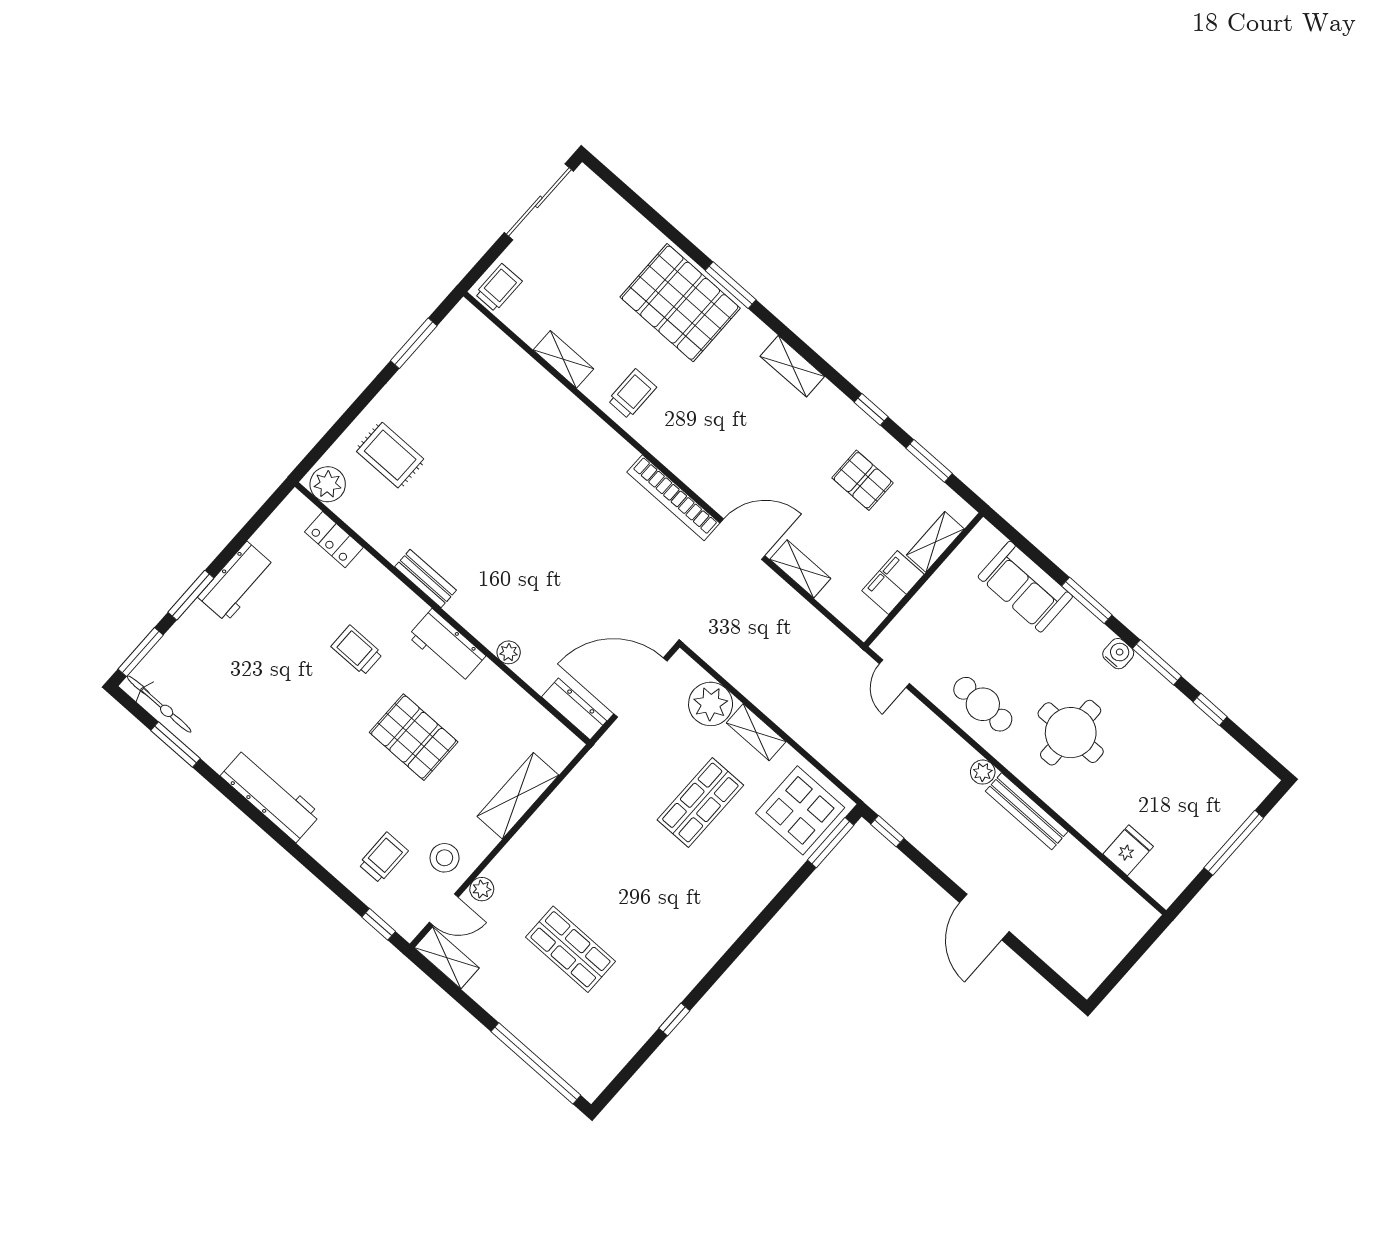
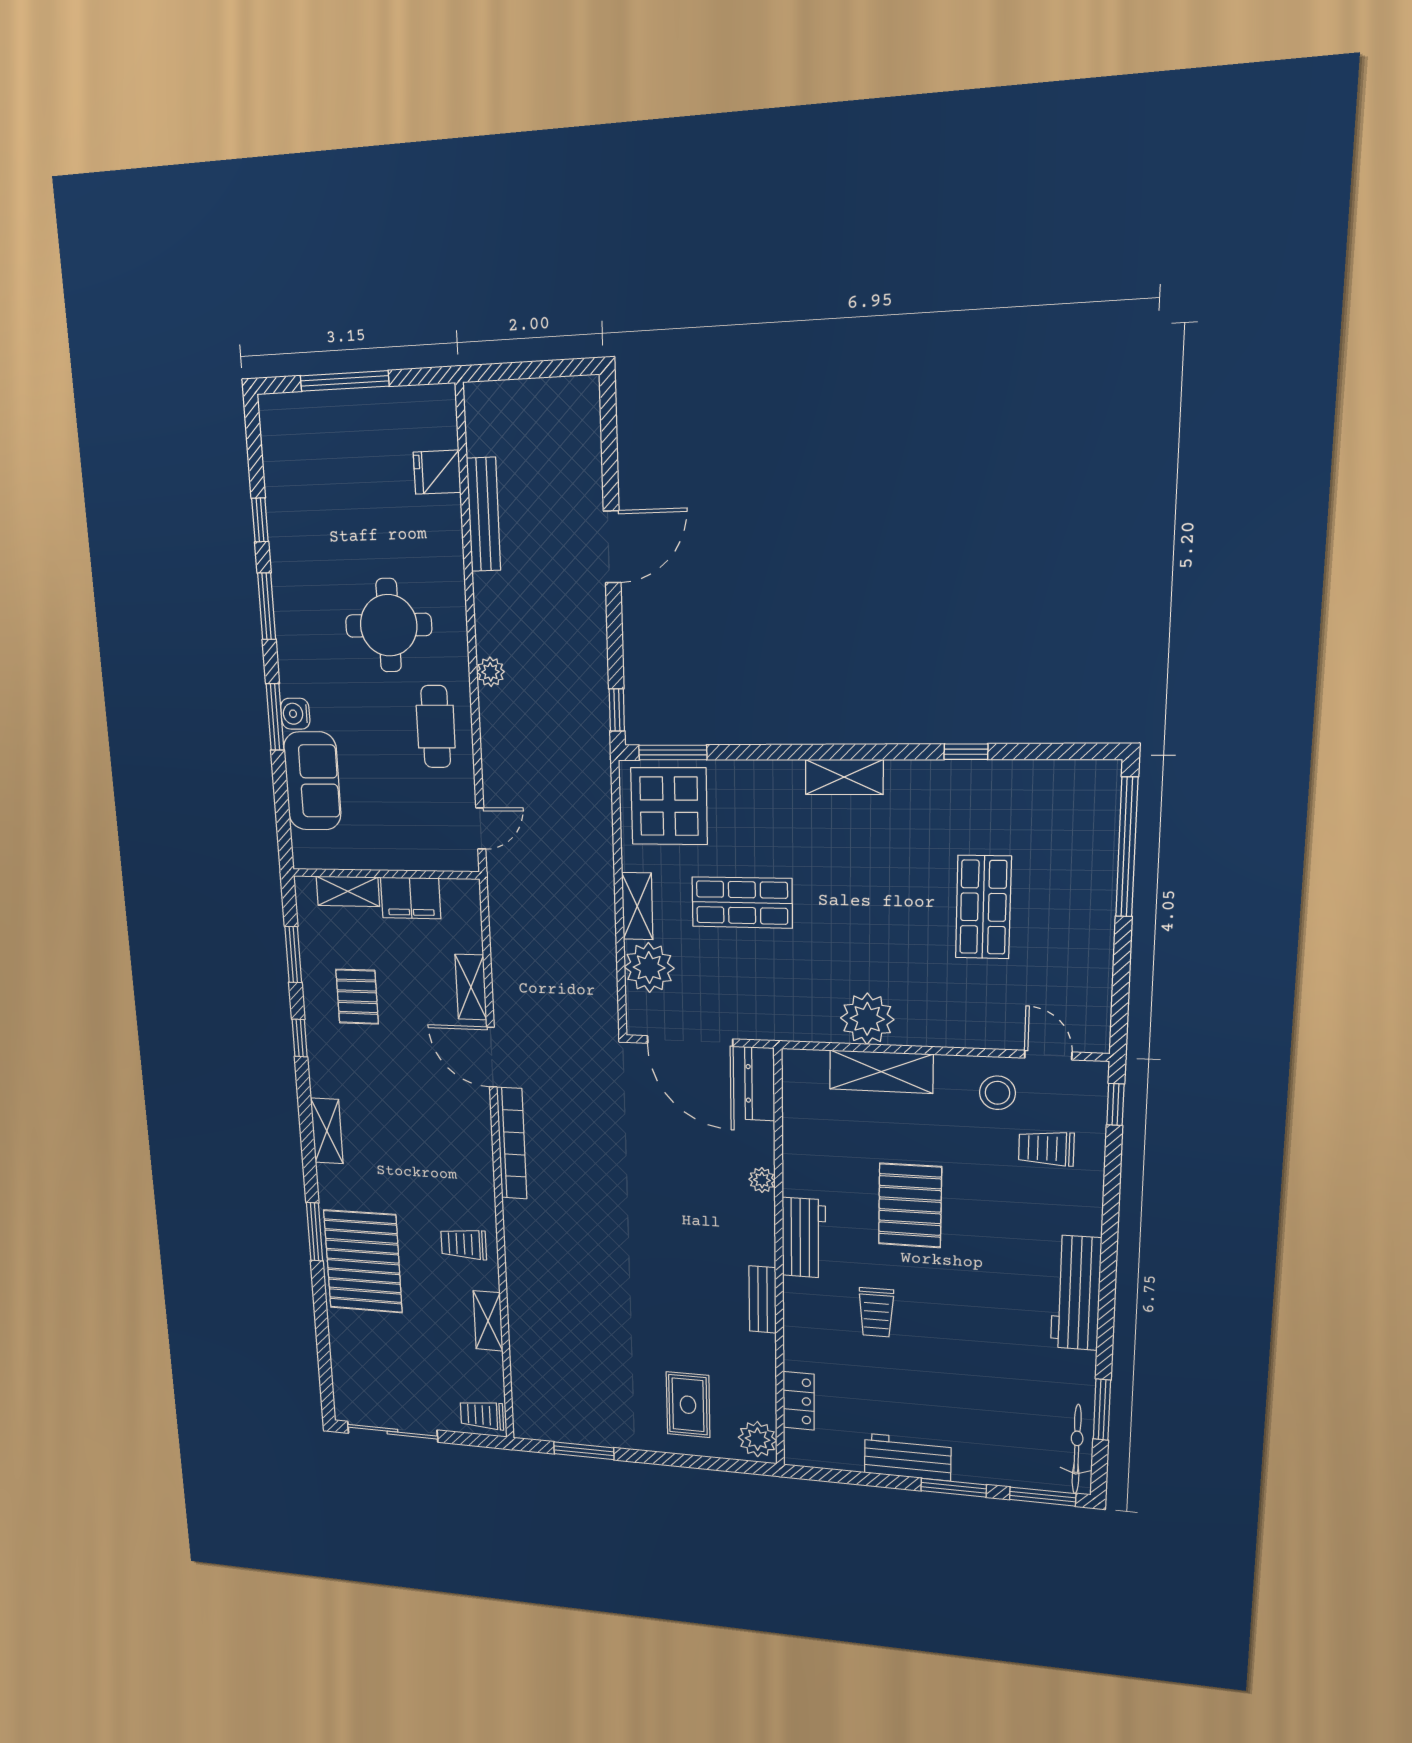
water cooler: (1118, 654) -> (295, 714), moved
bench: (1027, 811) -> (484, 515), moved
plant: (482, 889) -> (867, 1019), moved, width x1.87, depth x1.87
shelving: (447, 958) -> (844, 777), moved, turned 90

